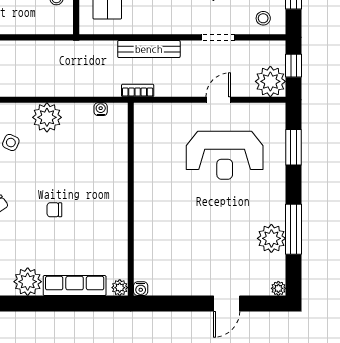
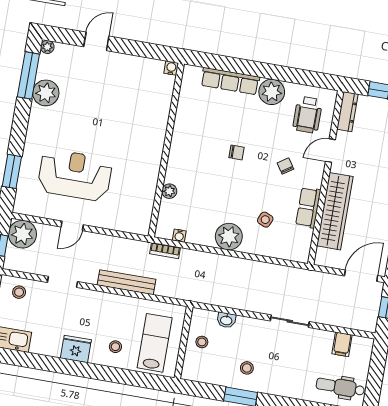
washbasin: (34, 27) -> (226, 320), added
bookcase: (138, 90) -> (165, 251), moved
window: (294, 229) -> (28, 75), moved
plant: (120, 288) -> (169, 191), moved

